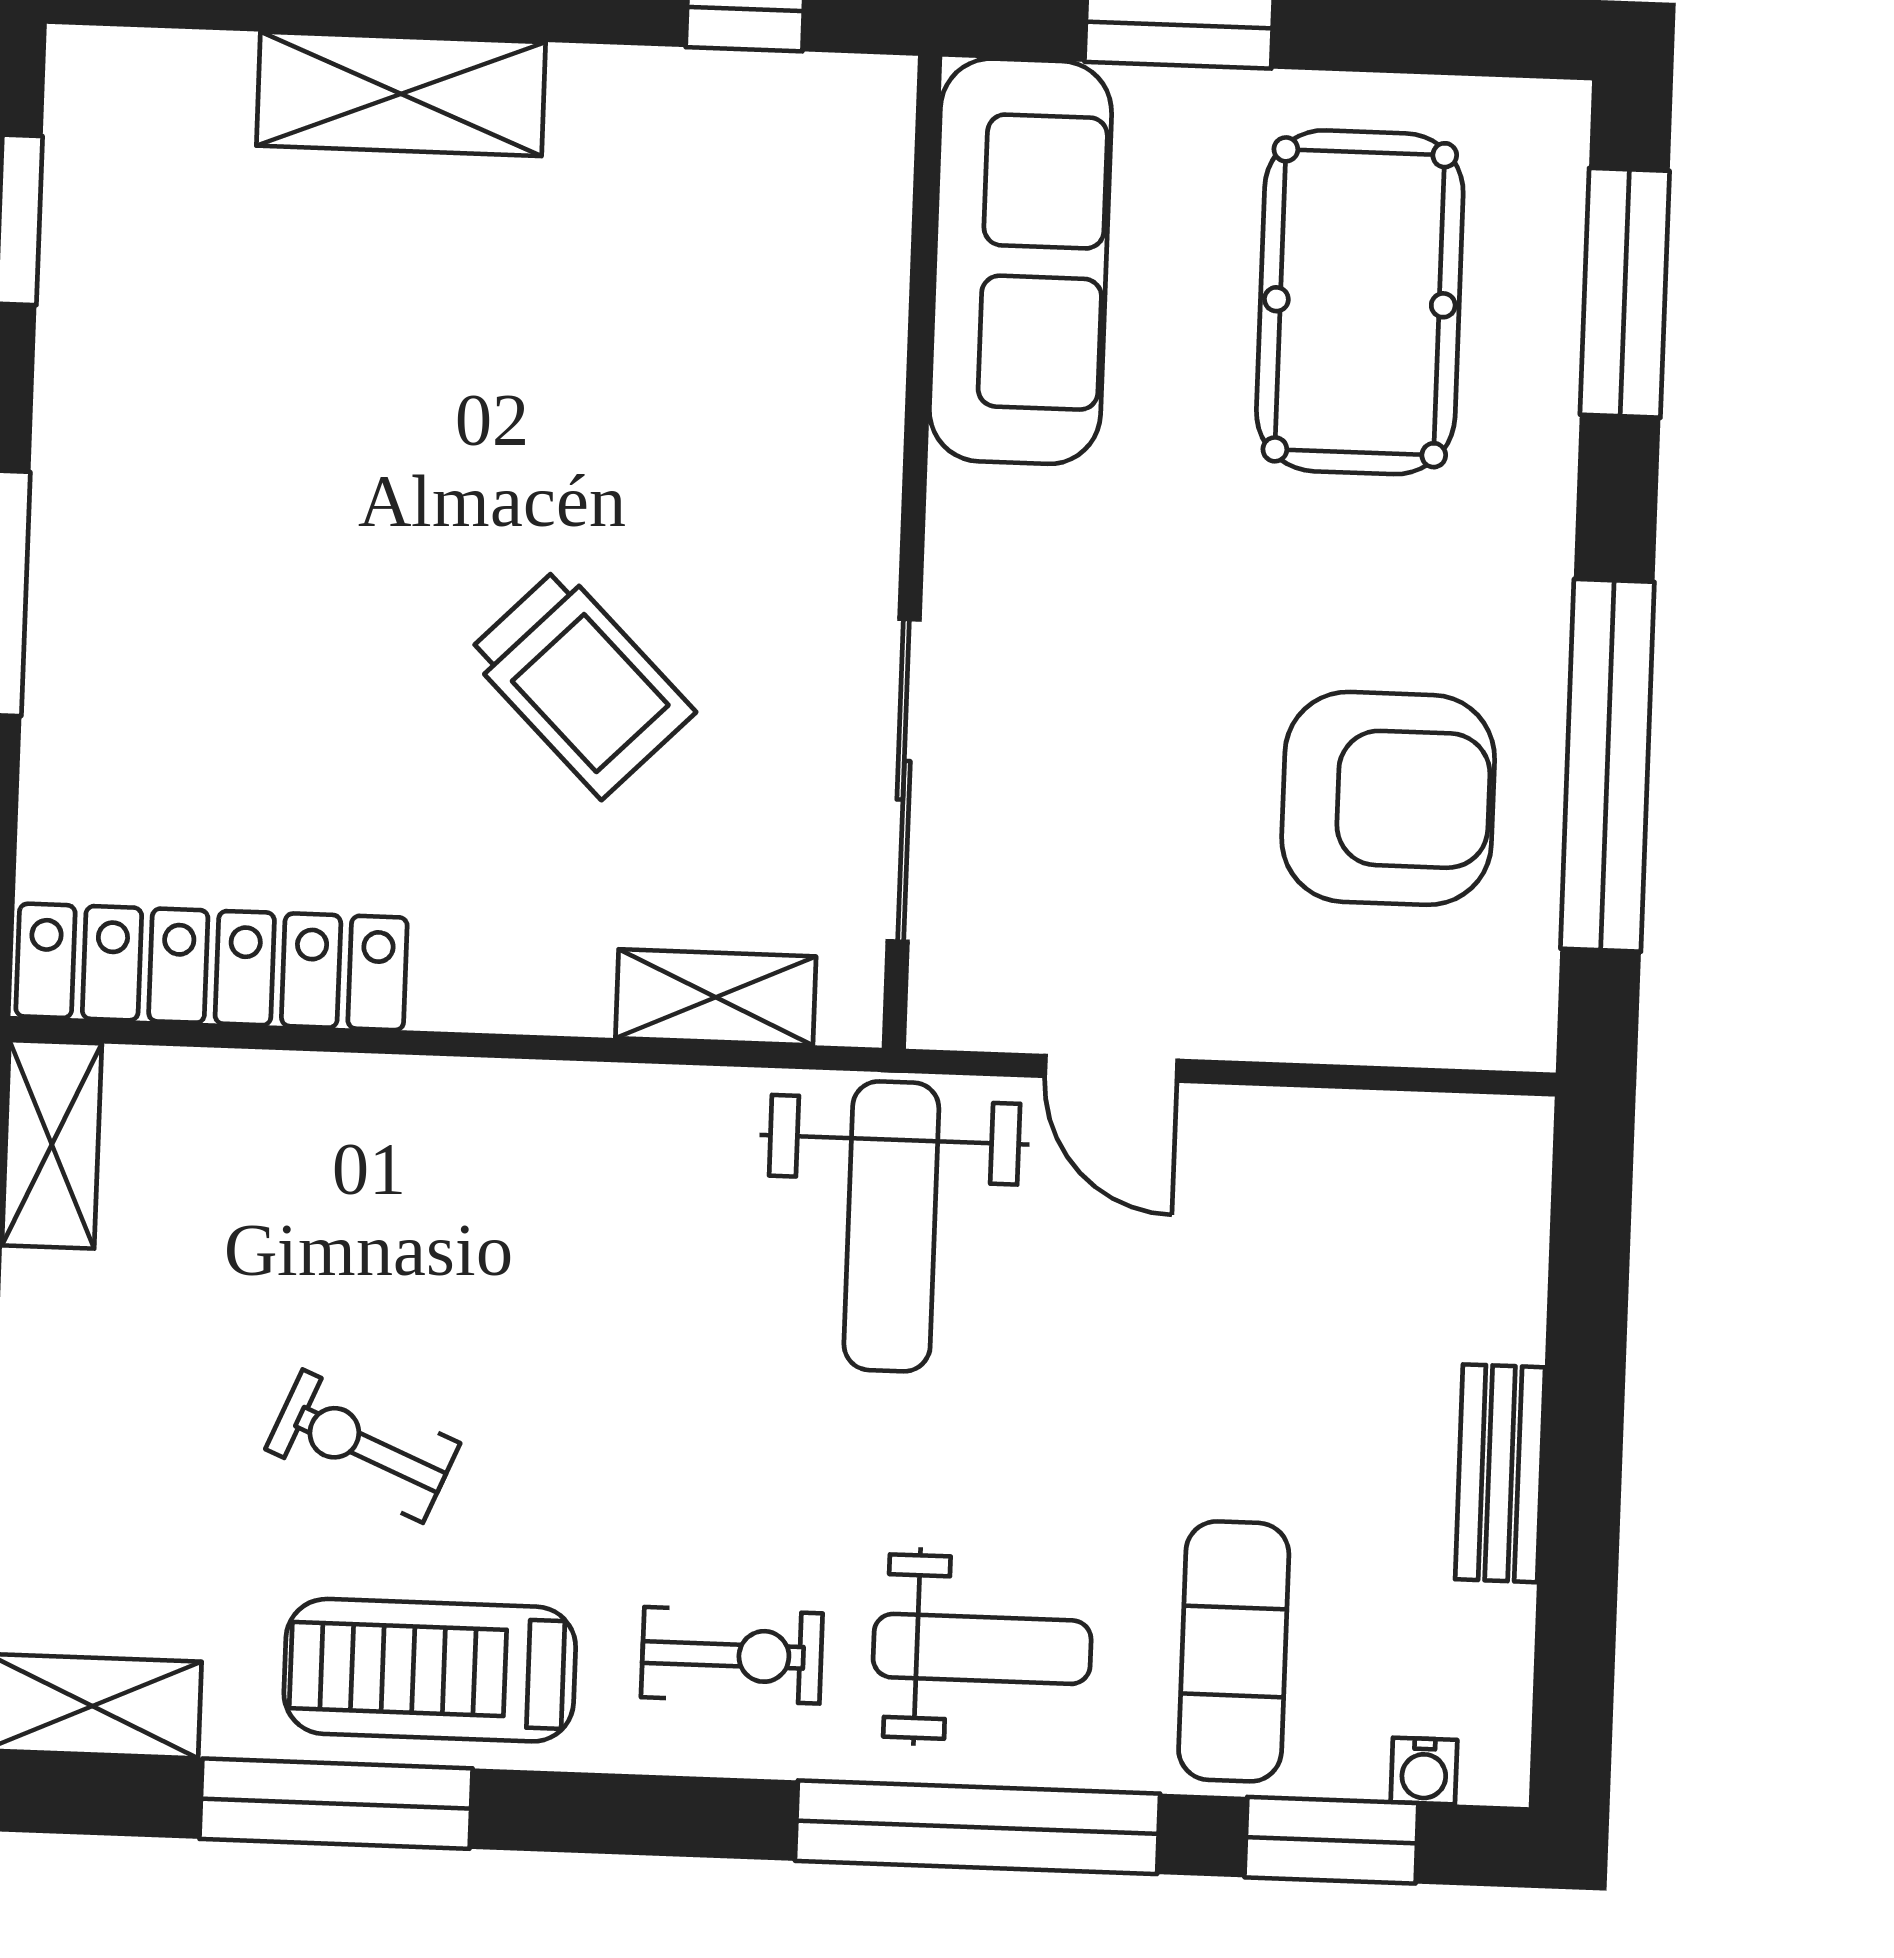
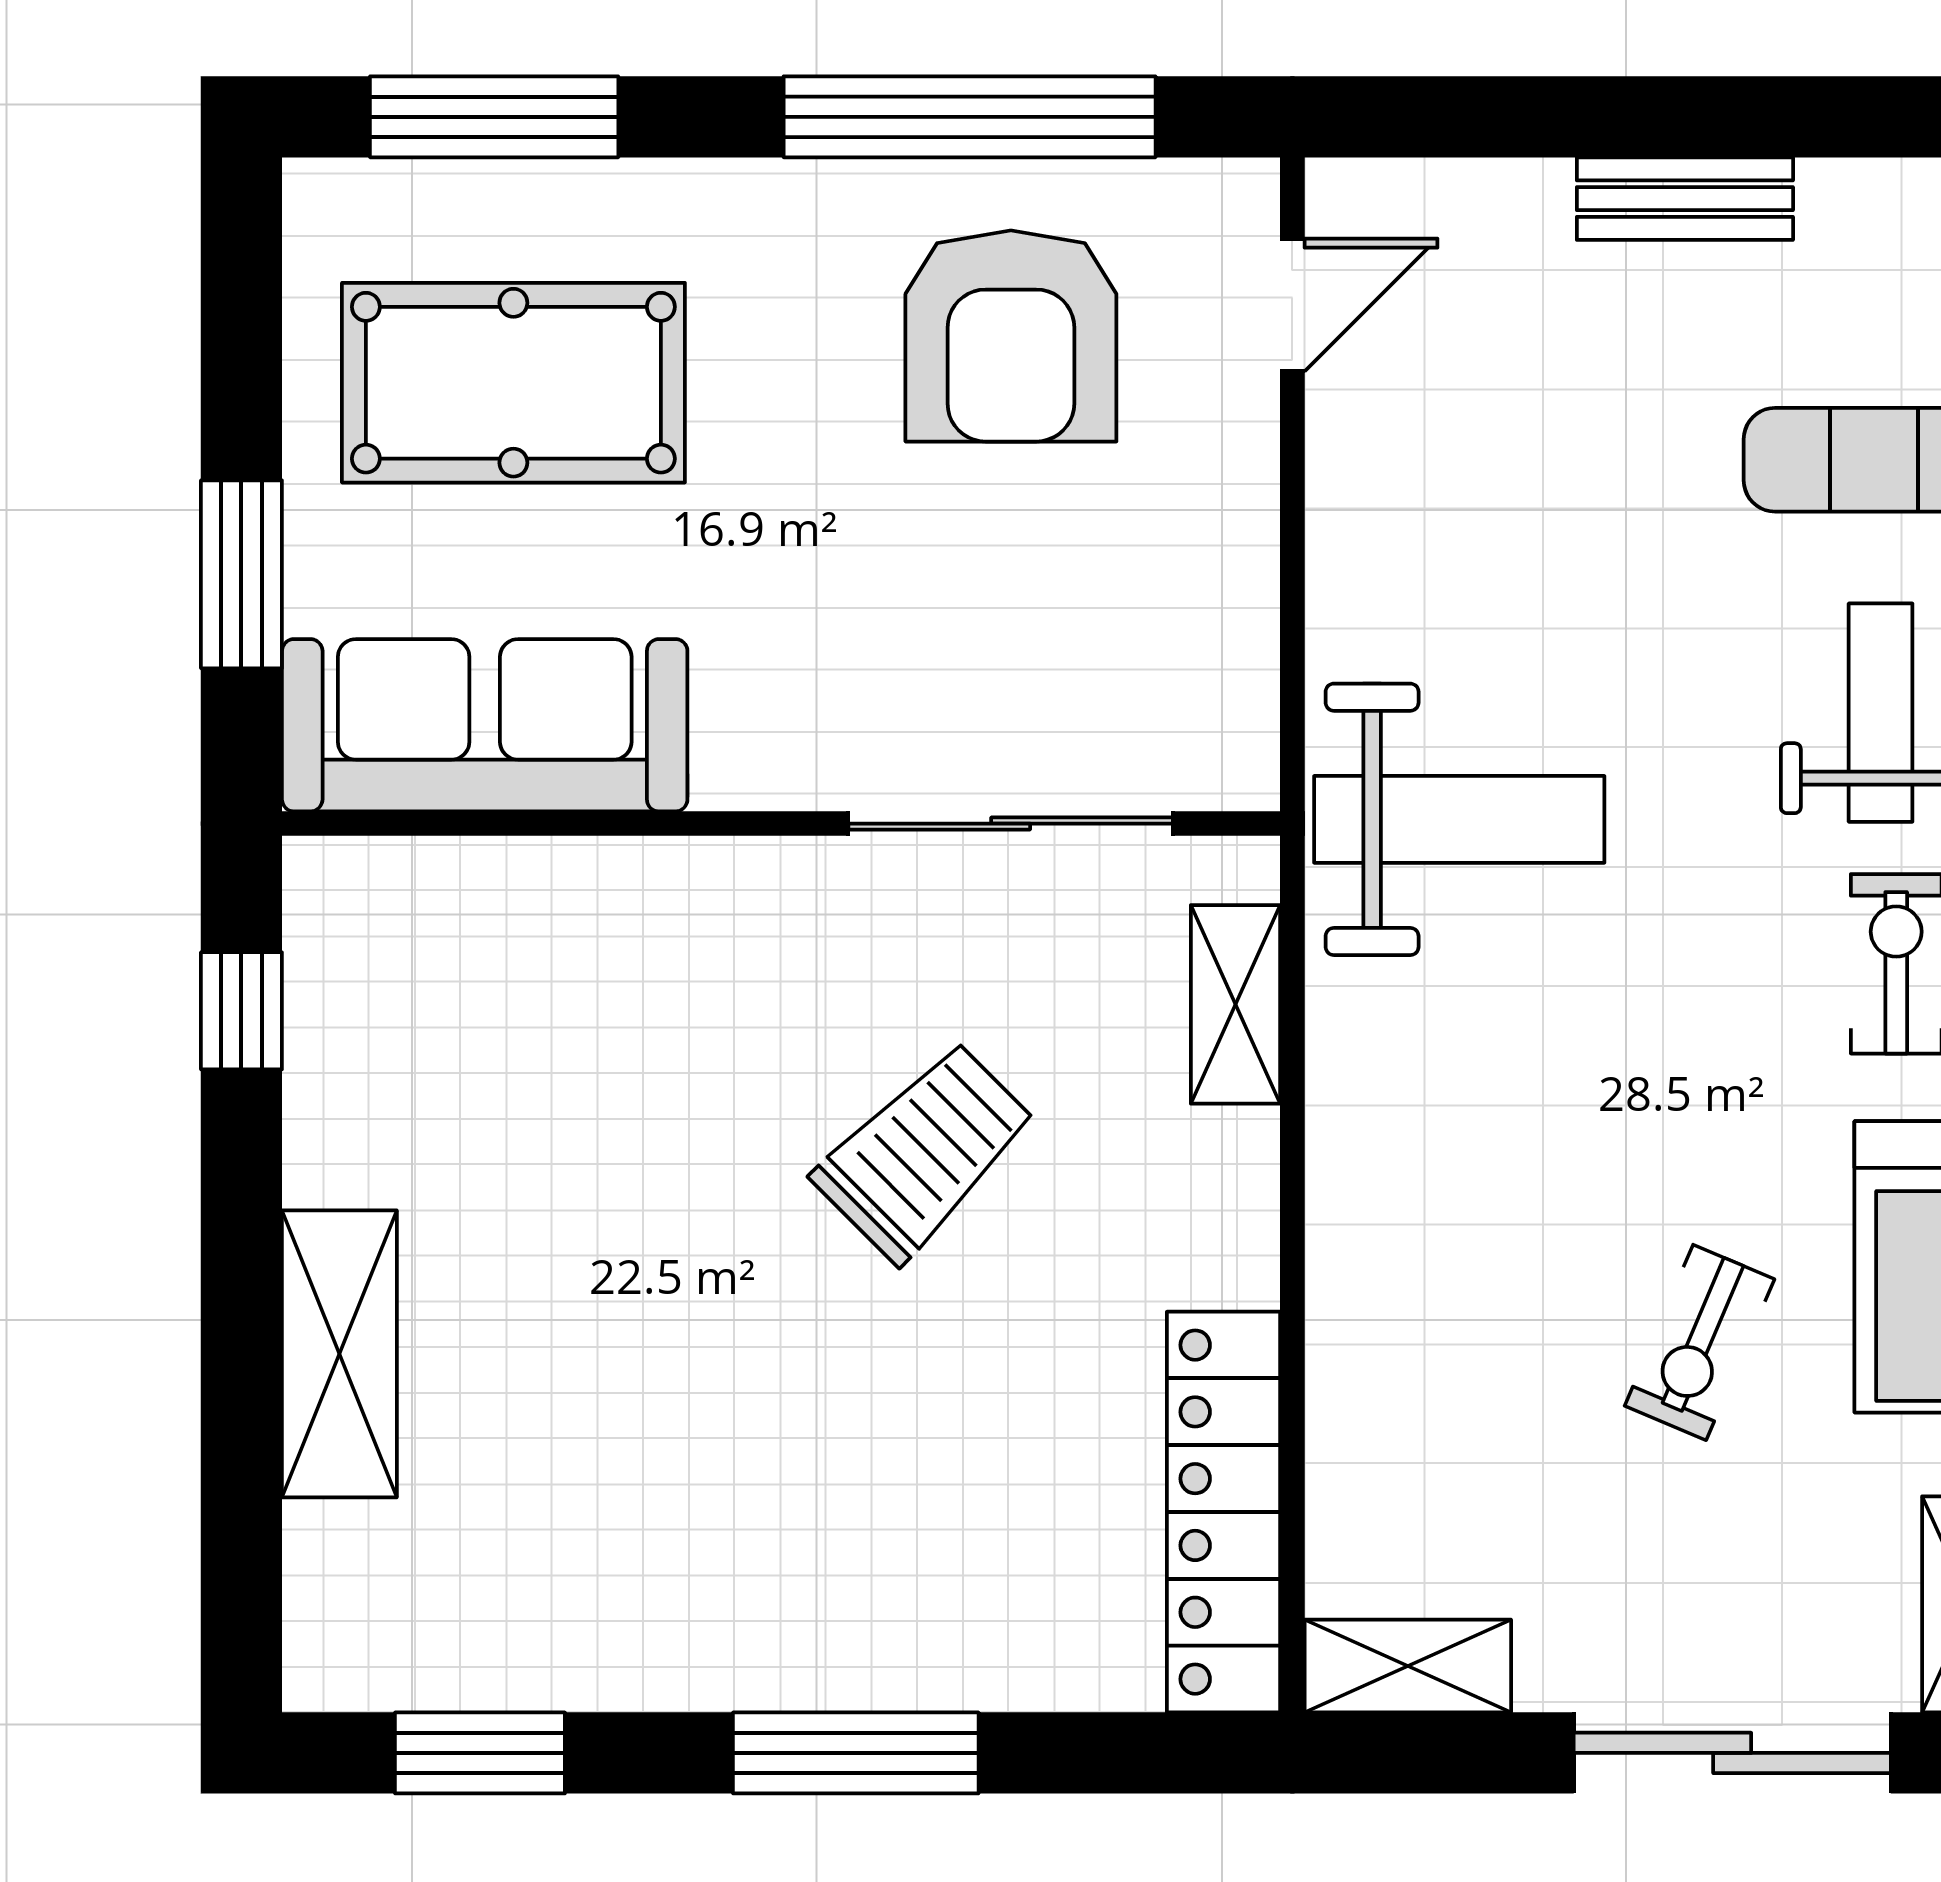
armchair: (1388, 798) -> (1011, 336), turned 180
door: (1111, 1068) -> (1292, 305), moved

